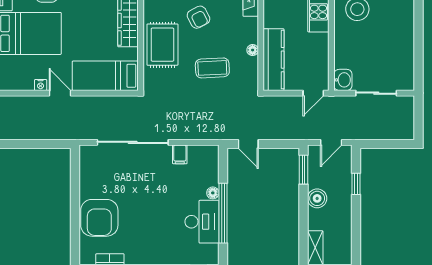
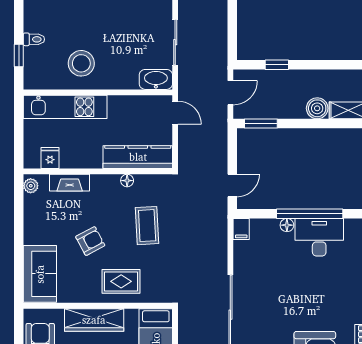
rug: (162, 45) -> (121, 281), width x0.73, depth x0.70
washbasin: (343, 80) -> (156, 79), width x1.38
door: (331, 142) -> (230, 93), hinge flipped
filing cabinet: (180, 154) -> (241, 229), moved, turned 90
boiler: (317, 198) -> (317, 108), moved

